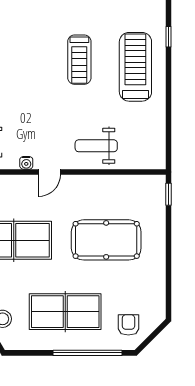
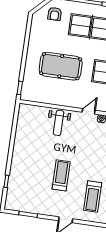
treadmill: (135, 67) -> (93, 196), moved, width x0.73, depth x0.73
weight bench: (96, 146) -> (59, 123), turned 90

